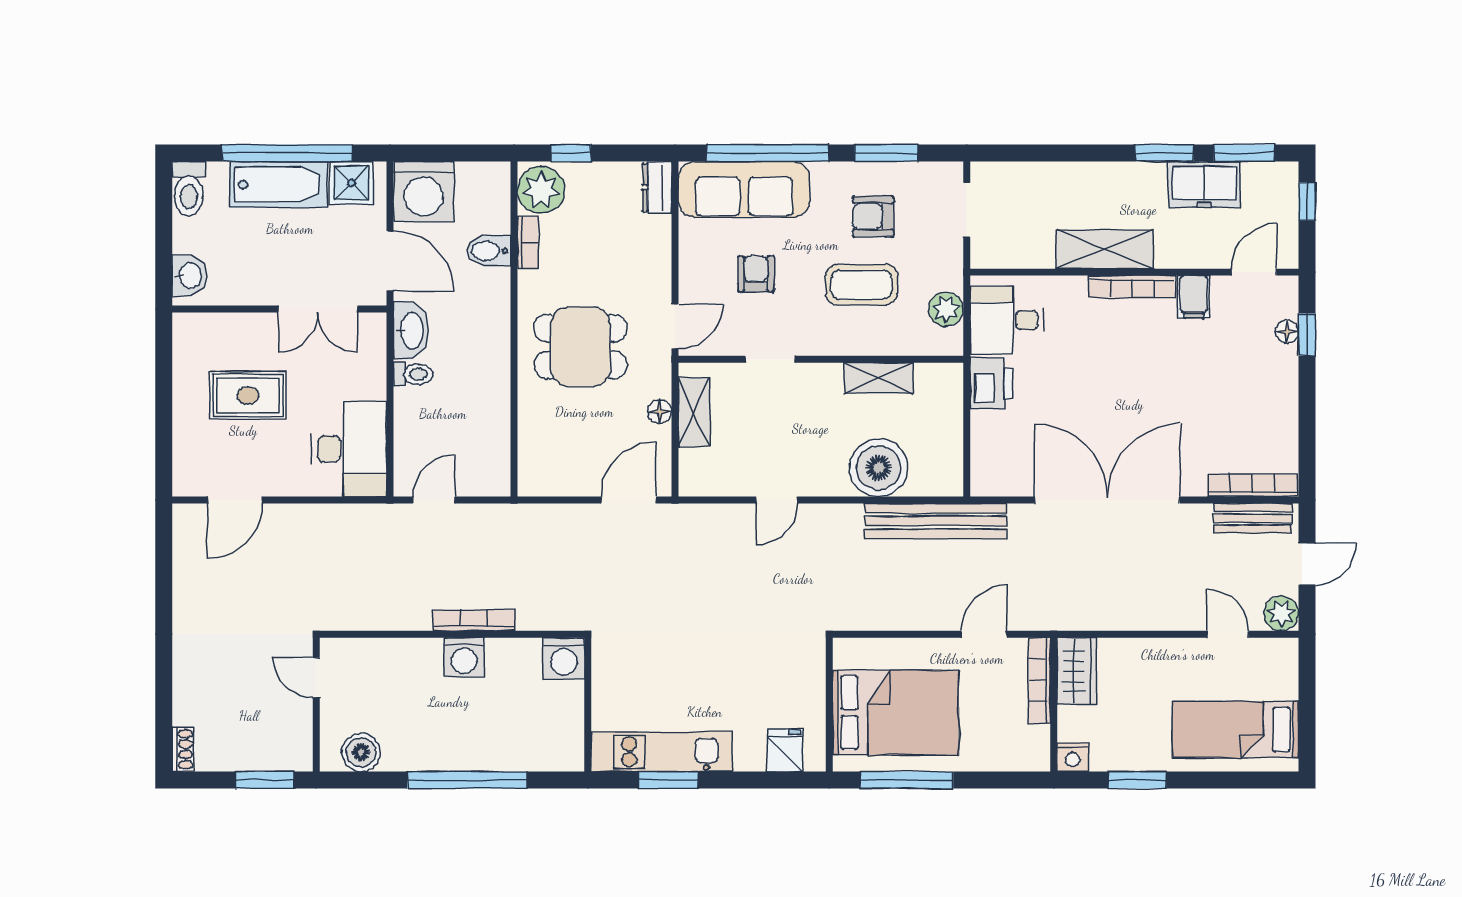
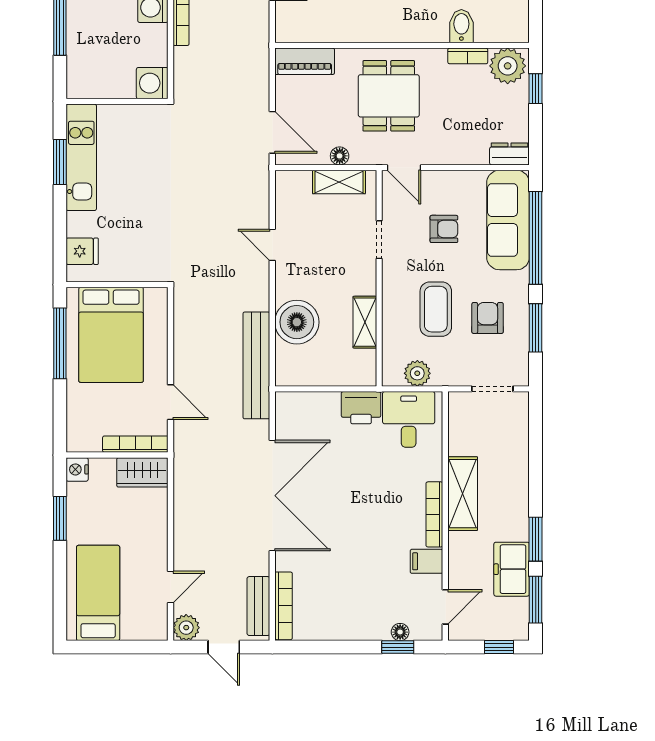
door: (1254, 272) -> (445, 607), hinge flipped
piano: (535, 457) -> (305, 61), added

